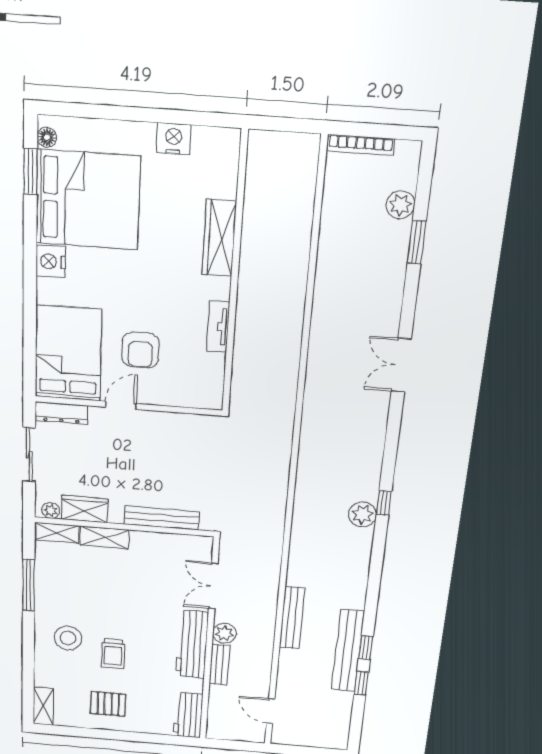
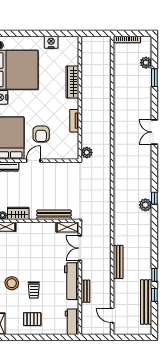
shelving: (104, 537) -> (67, 227), moved
plant: (224, 633) -> (87, 152), moved
bench: (348, 651) -> (146, 302), moved

